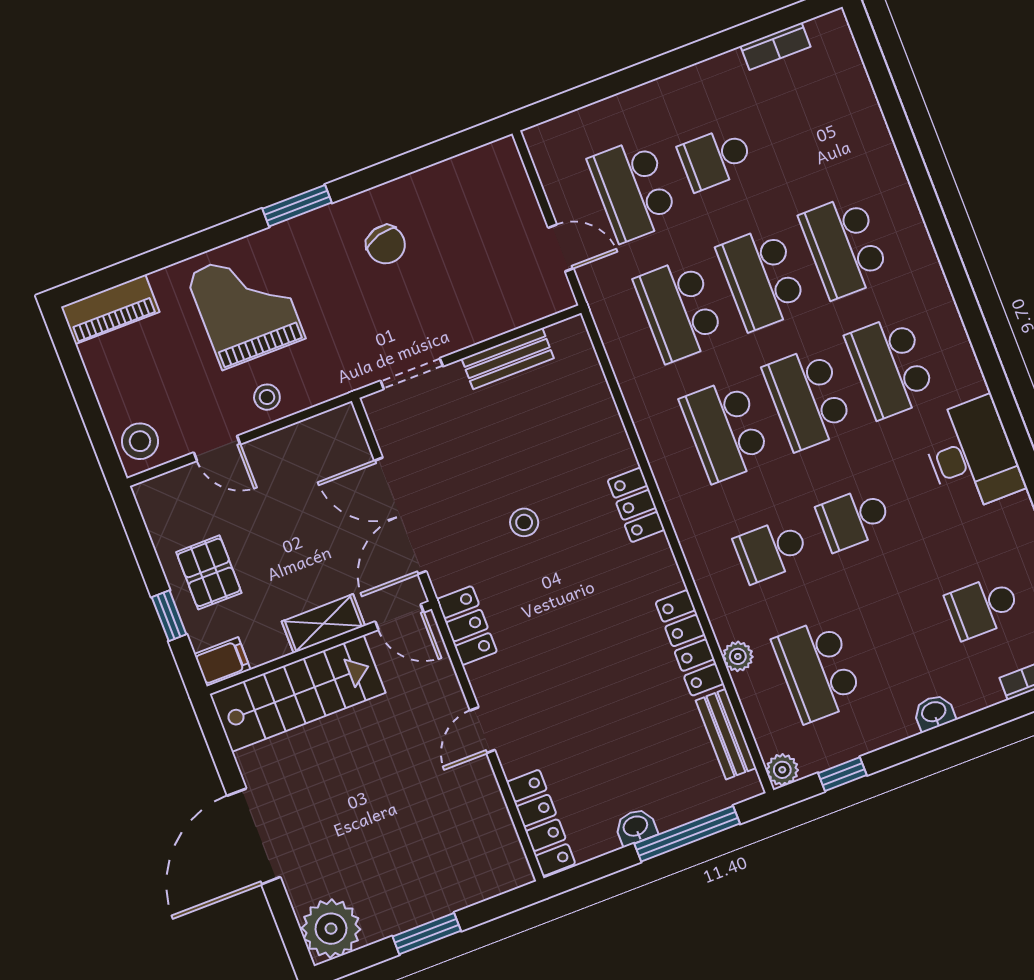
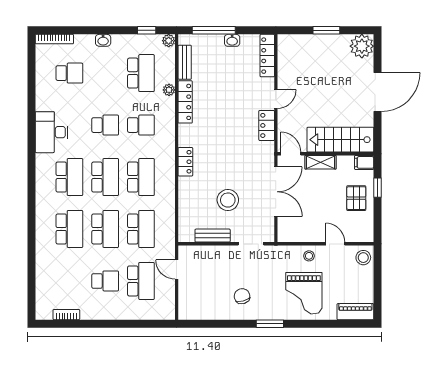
stool: (524, 522) -> (228, 200), moved, width x1.89, depth x1.89
locker: (467, 626) -> (267, 125), moved

